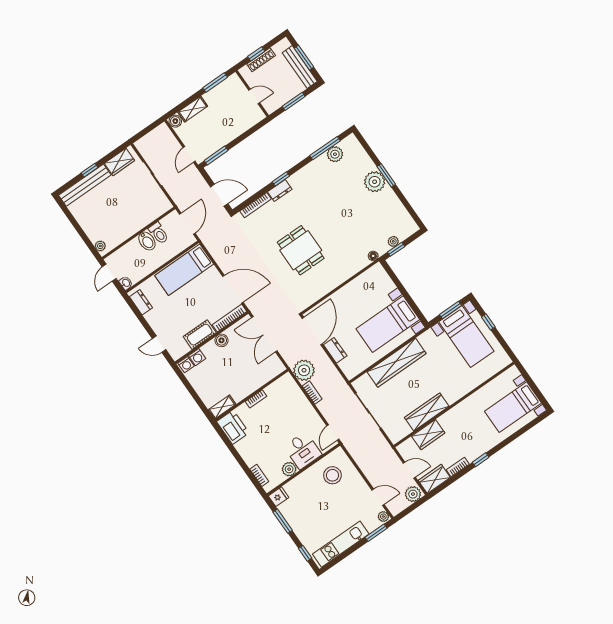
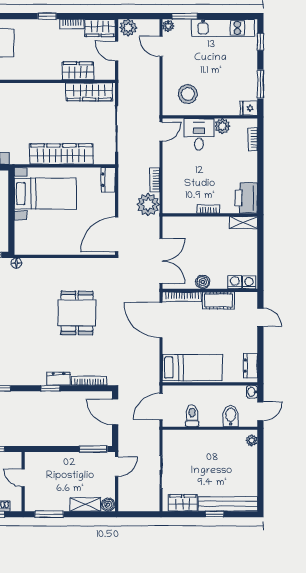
bidet: (147, 241) -> (231, 416), moved
dresser: (335, 350) -> (108, 180), moved
wardrobe: (427, 412) -> (89, 92), moved

